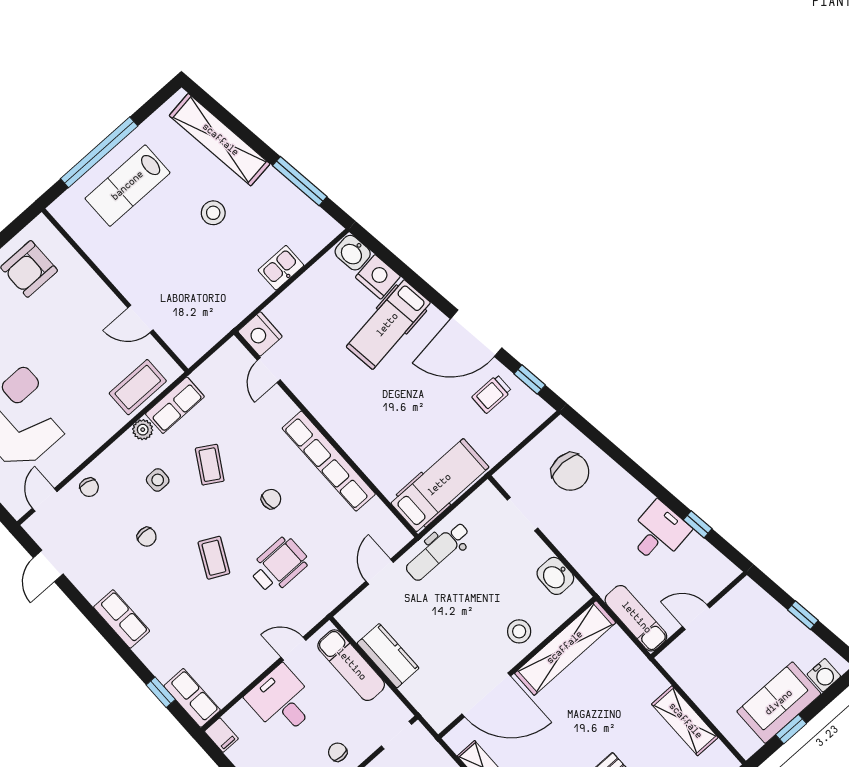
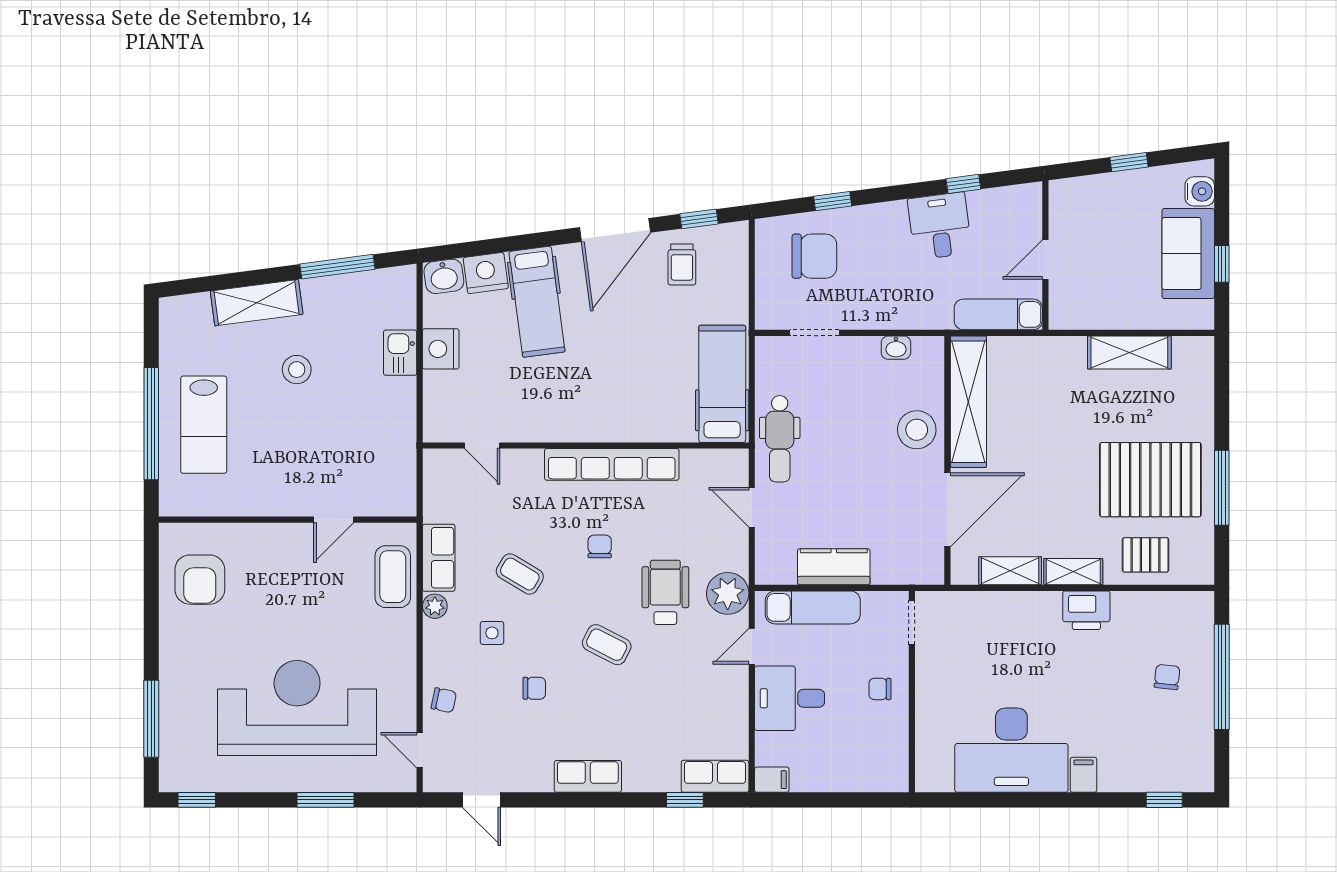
shelving: (220, 140) -> (257, 303), width x0.68
nightstand: (260, 334) -> (441, 349), moved, turned 90
window: (615, 453) -> (833, 201), added
washbasin: (555, 576) -> (896, 348), width x0.72, depth x0.69
plant: (313, 605) -> (728, 593), added
stool: (519, 631) -> (917, 430), width x1.38, depth x1.38

